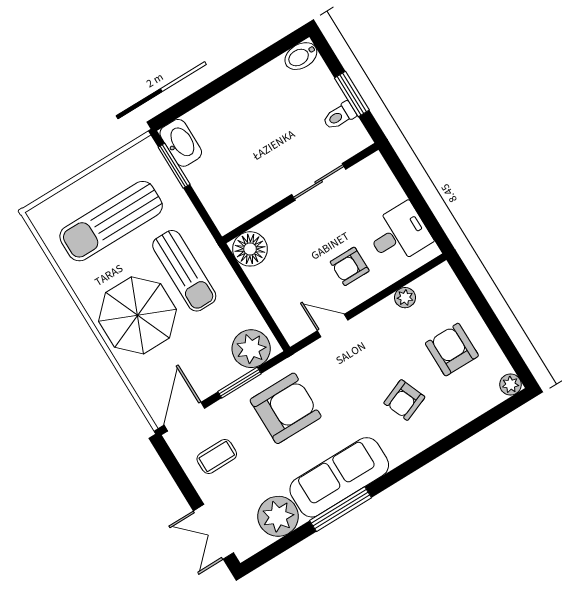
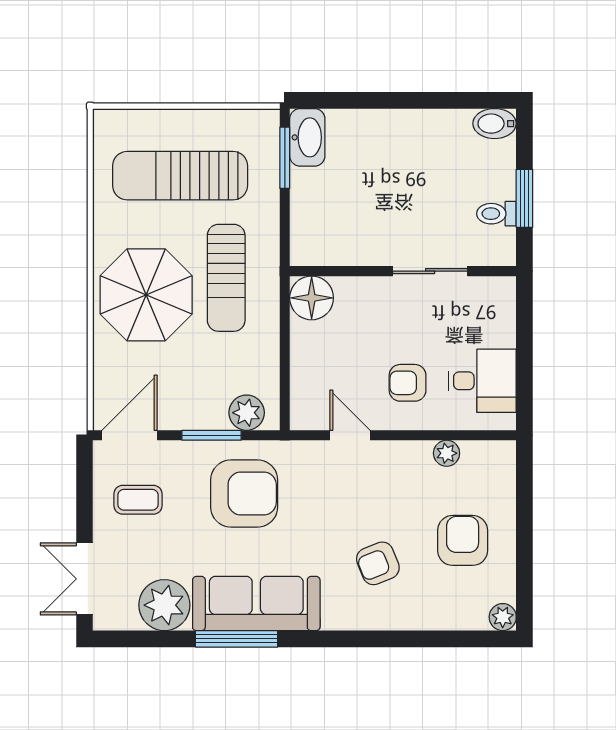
plant: (251, 349) -> (247, 413), width x0.73, depth x0.73

